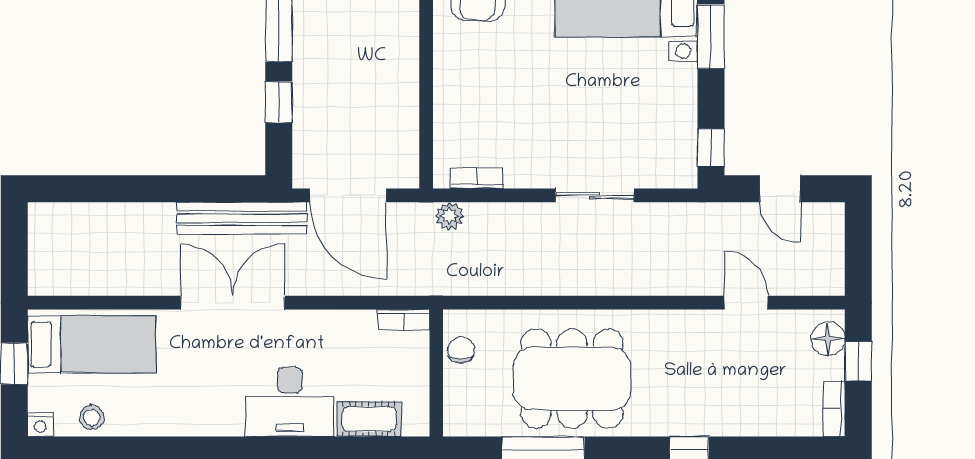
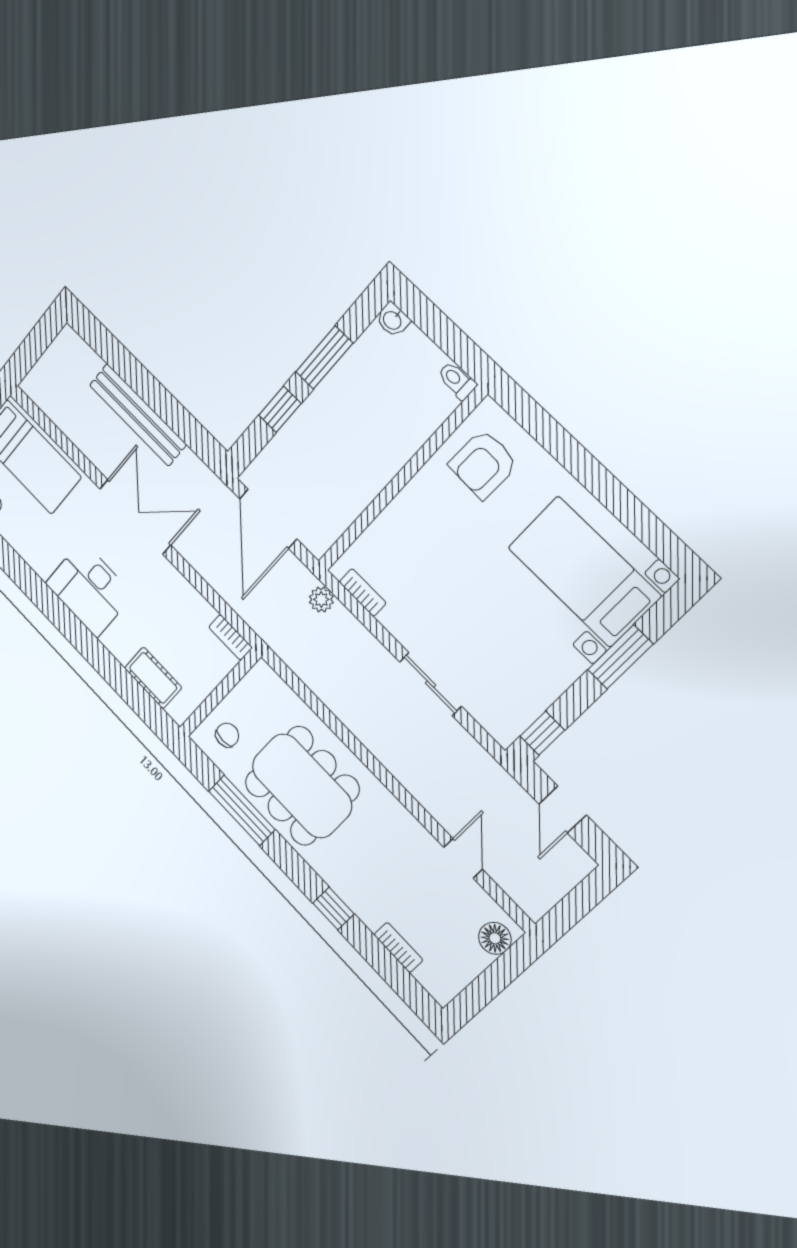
bench: (242, 218) -> (138, 415), moved
chair: (461, 350) -> (227, 735), moved
window: (858, 361) -> (501, 974), removed
desk: (290, 402) -> (89, 589), moved
bookcase: (834, 409) -> (398, 947), moved, turned 90

